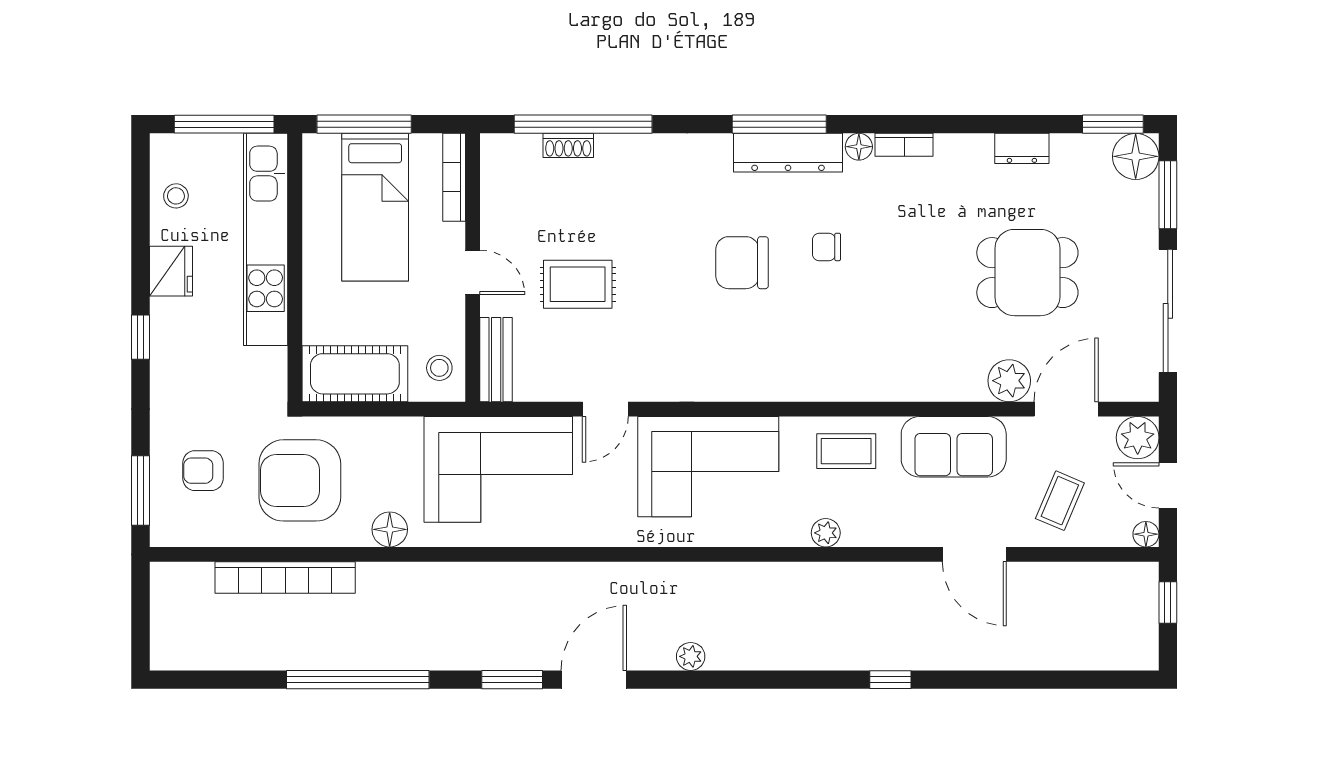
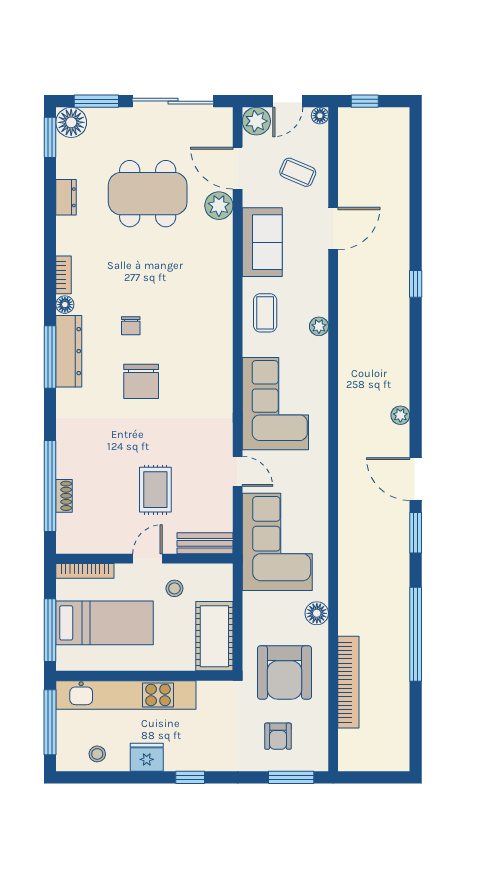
dining table: (1027, 273) -> (148, 194), width x1.38
stool: (439, 368) -> (174, 588), moved

